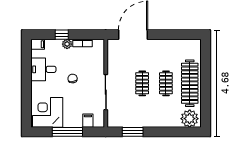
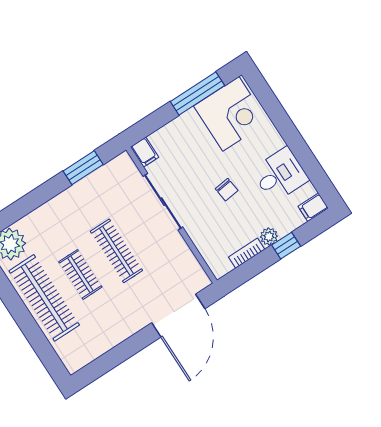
clothes rail: (142, 83) -> (116, 251), width x1.36
filing cabinet: (88, 121) -> (145, 152), moved
window: (67, 132) -> (197, 93), moved

